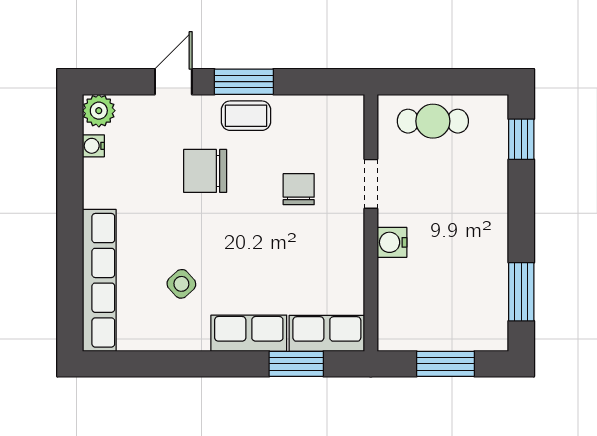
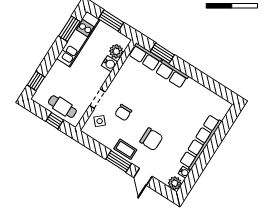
door: (173, 82) -> (143, 177), hinge flipped
window: (430, 82) -> (55, 121), added
water cooler: (392, 242) -> (109, 64), moved
row of seats: (99, 280) -> (201, 142), moved
kitchen unit: (489, 282) -> (78, 39), added
side table: (181, 284) -> (100, 121), moved
plant: (394, 307) -> (116, 51), added

